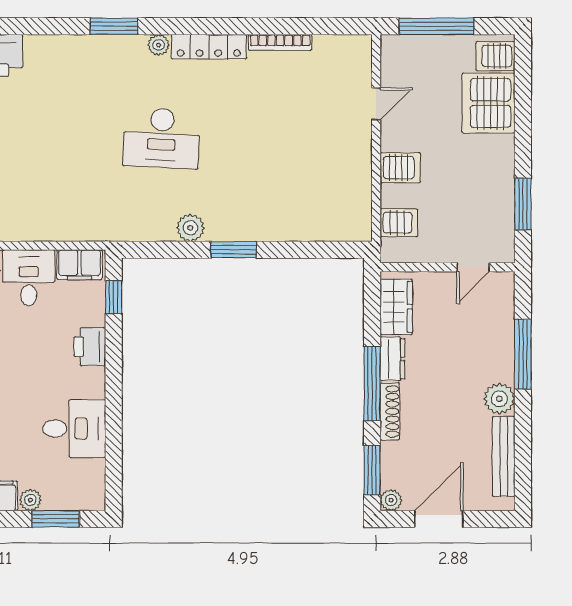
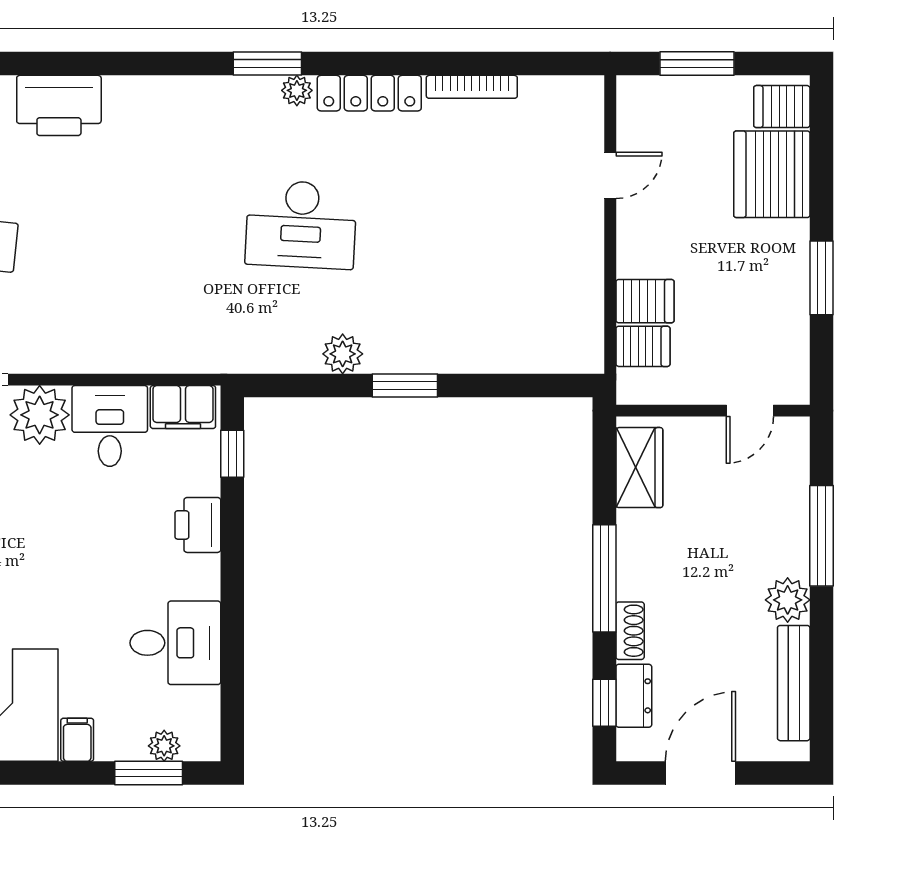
window: (114, 26) -> (267, 64), moved
window: (436, 26) -> (697, 64), width x0.69
server rack: (400, 168) -> (645, 301), moved
window: (523, 204) -> (821, 278), moved
dresser: (393, 359) -> (634, 696), moved
shoe rack: (390, 411) -> (630, 631), width x0.70
window: (372, 470) -> (604, 703), width x0.67
plant: (30, 500) -> (164, 746), moved
plant: (391, 500) -> (631, 746), removed

